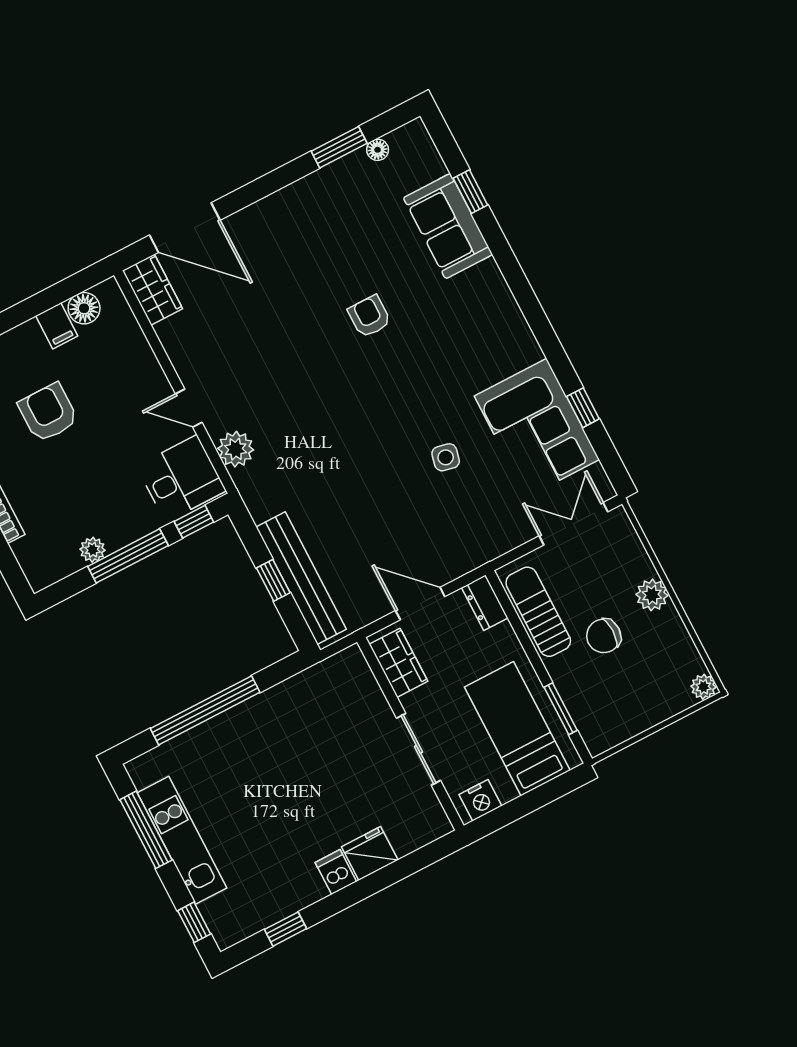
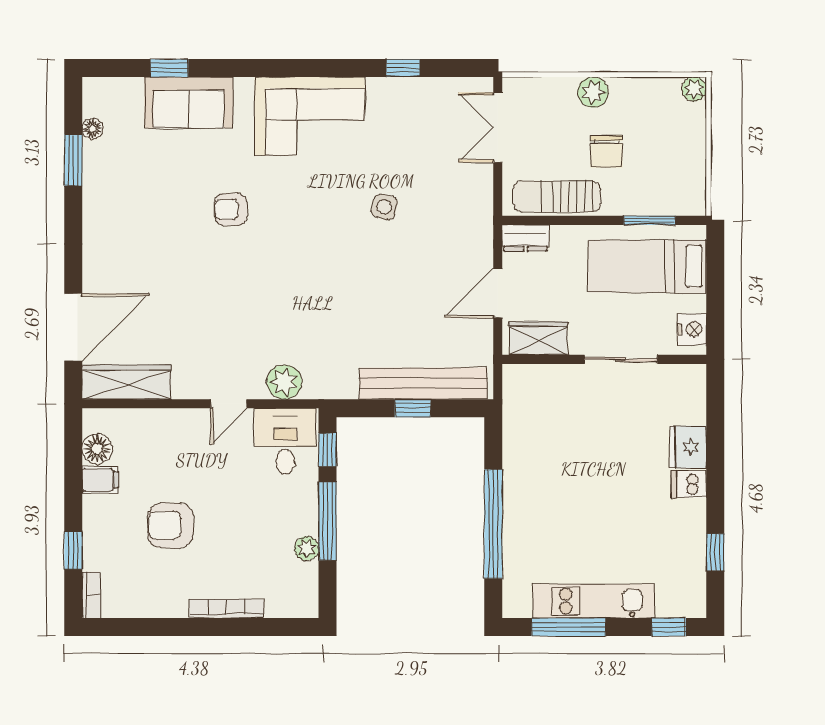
wardrobe: (153, 290) -> (127, 382), width x1.50
corner sofa: (537, 428) -> (310, 116), moved

